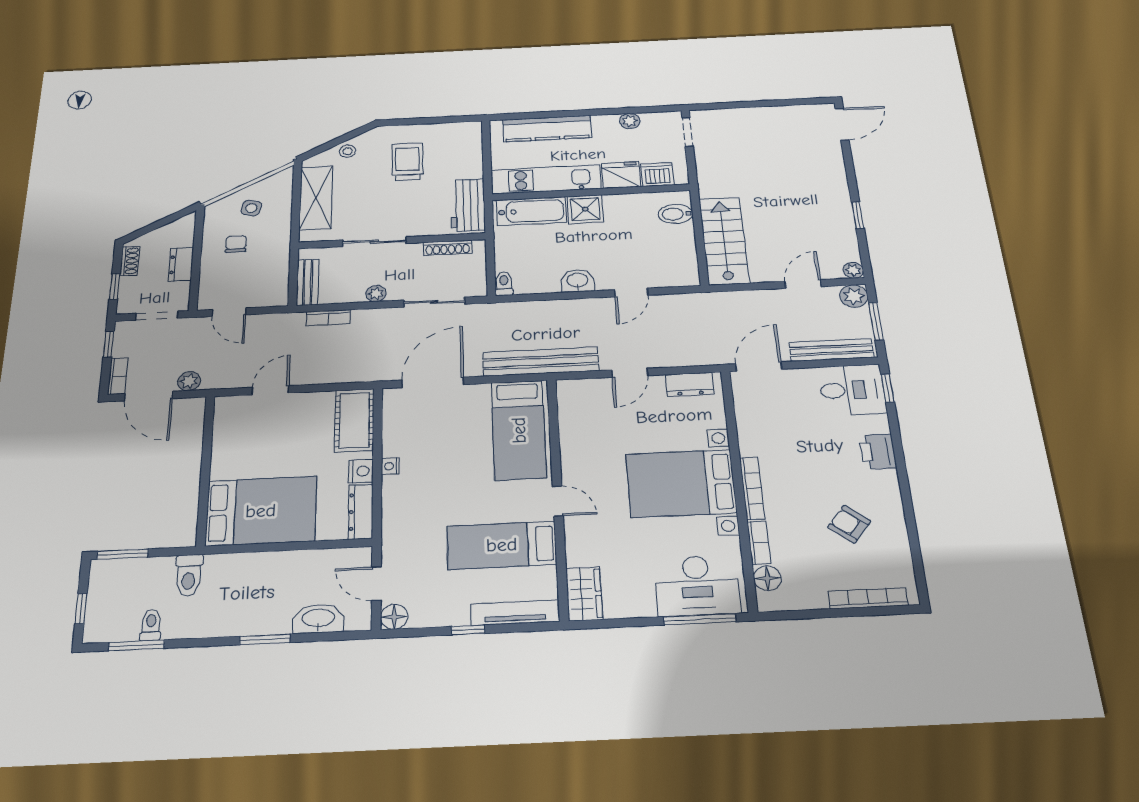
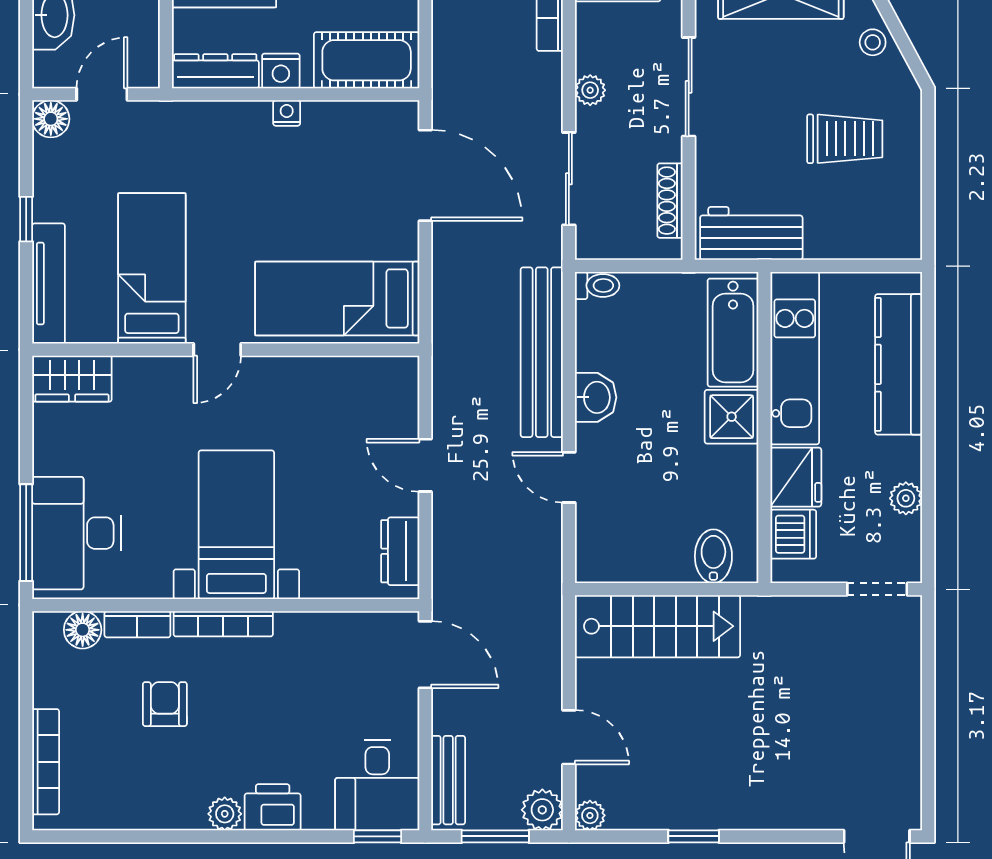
bench: (831, 350) -> (448, 780), width x0.73
bench: (541, 362) -> (542, 352), moved
plant: (887, 481) -> (225, 814), added
bed with nightstands: (681, 483) -> (236, 525), width x0.73
armchair: (849, 524) -> (165, 704), moved, turned -39

